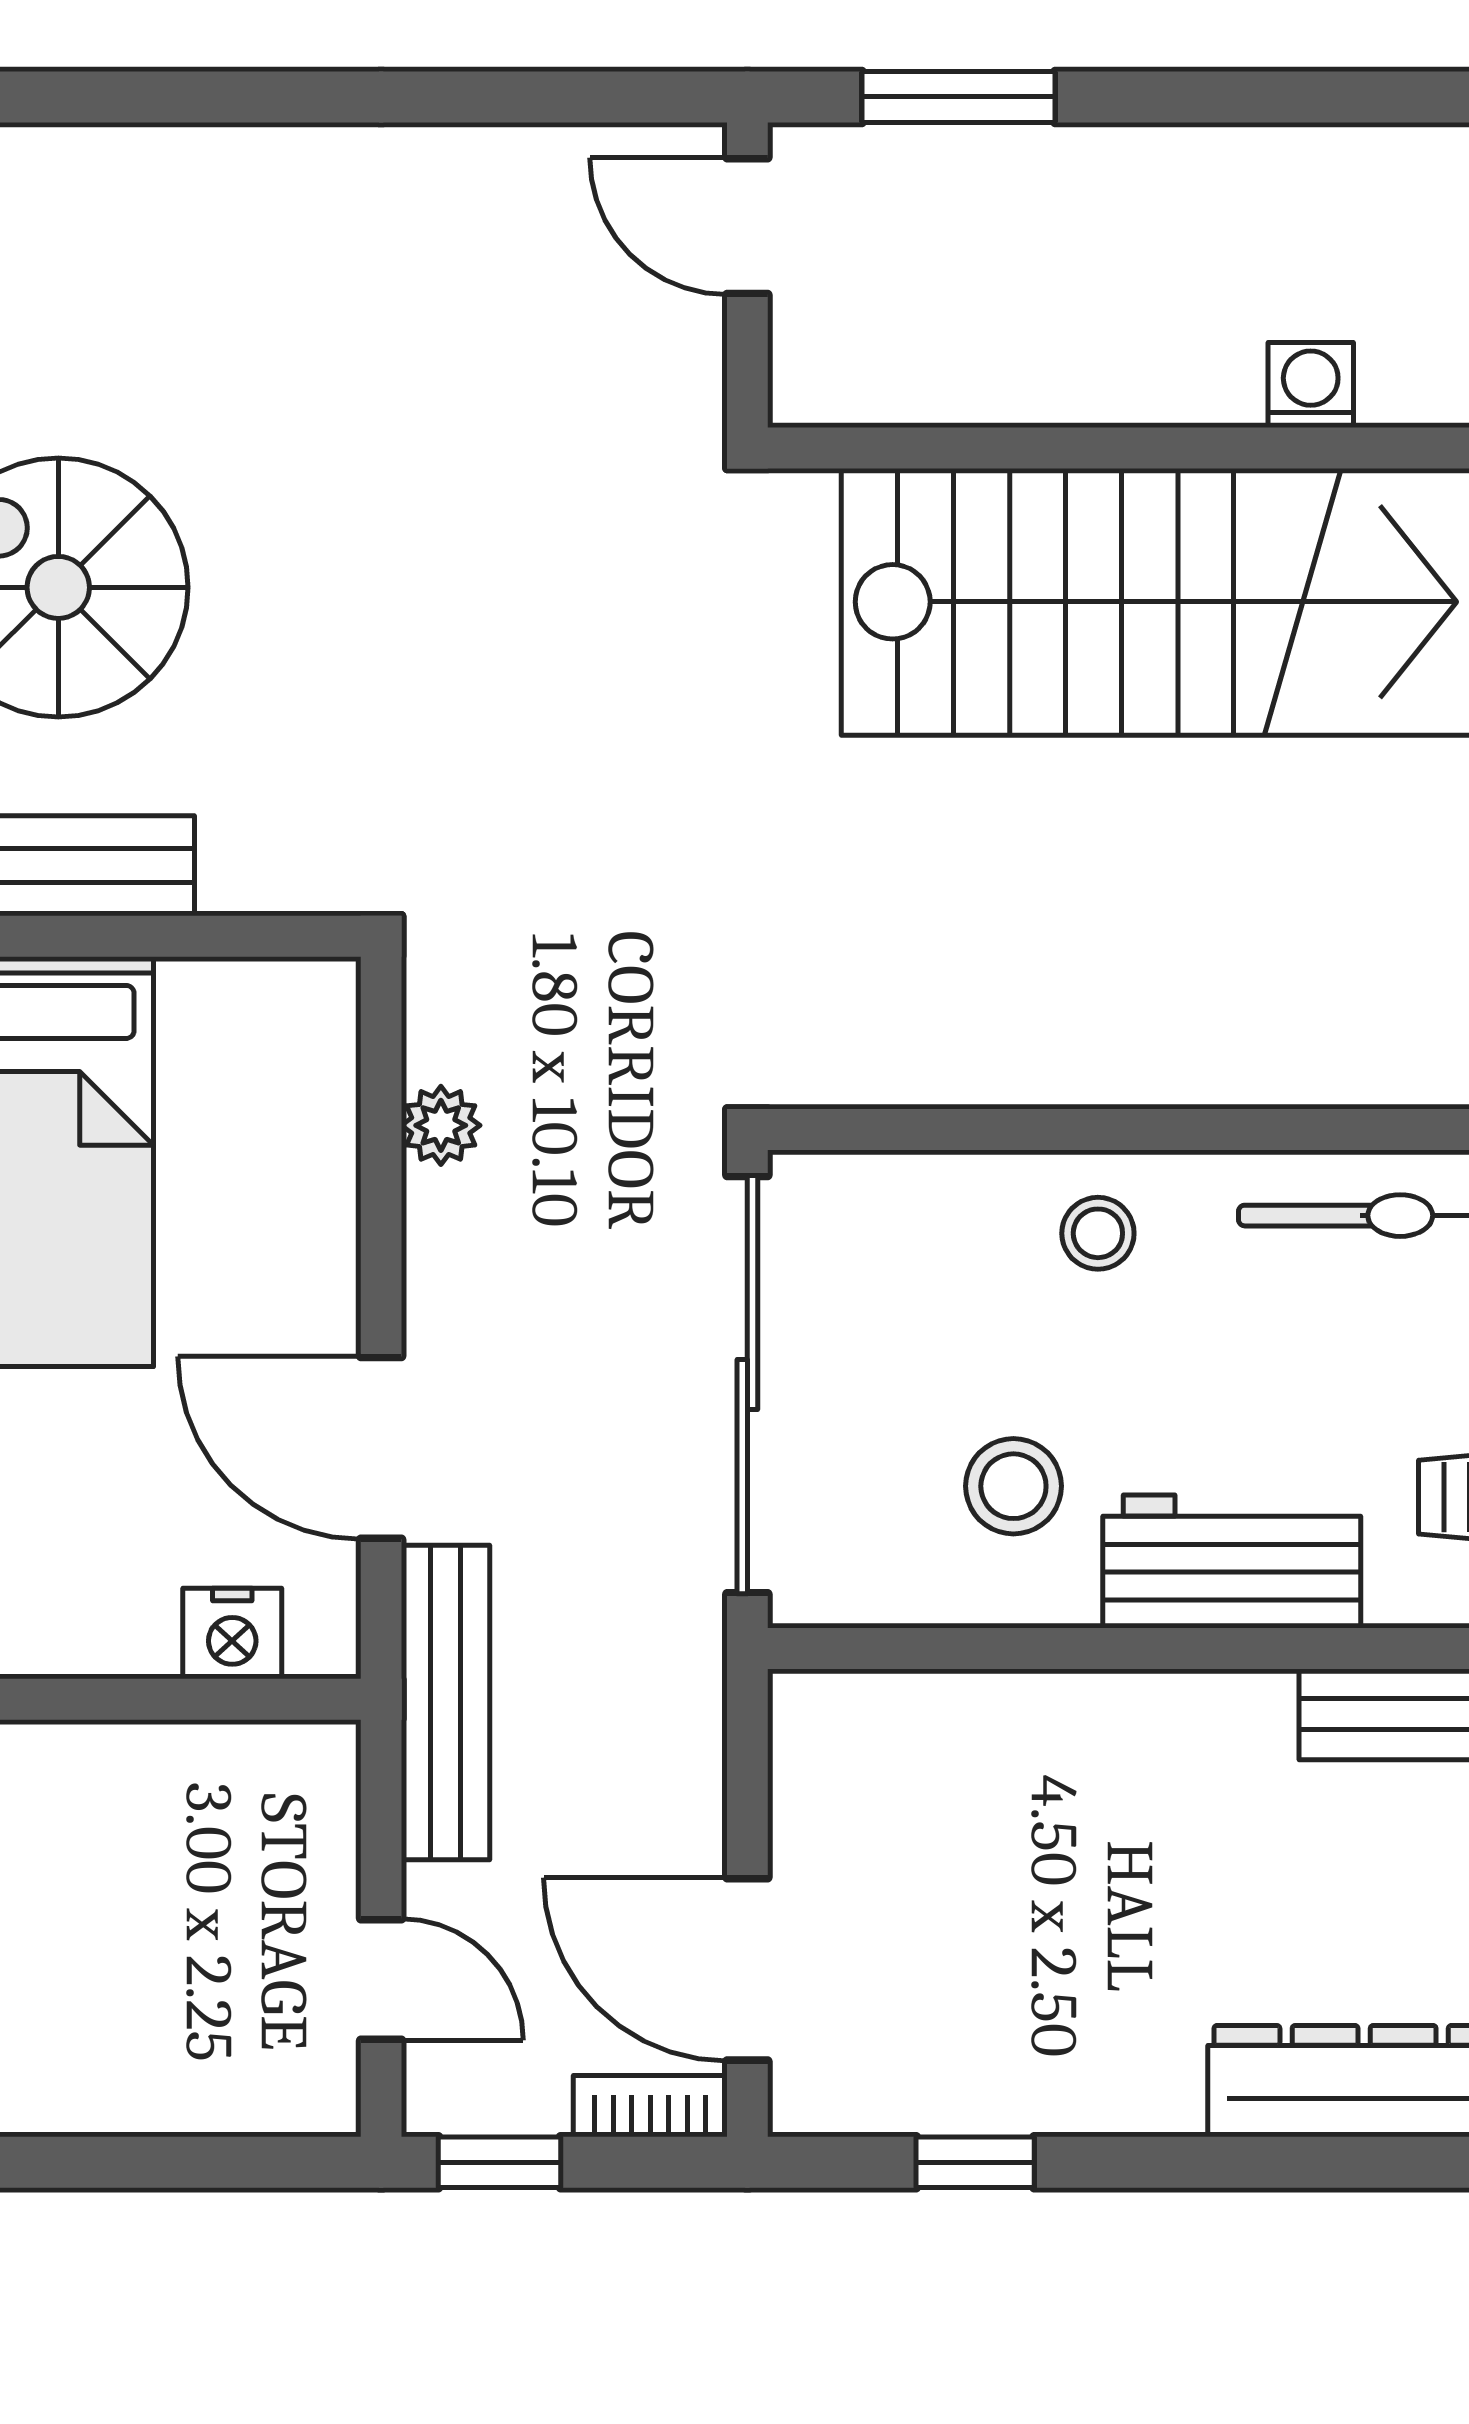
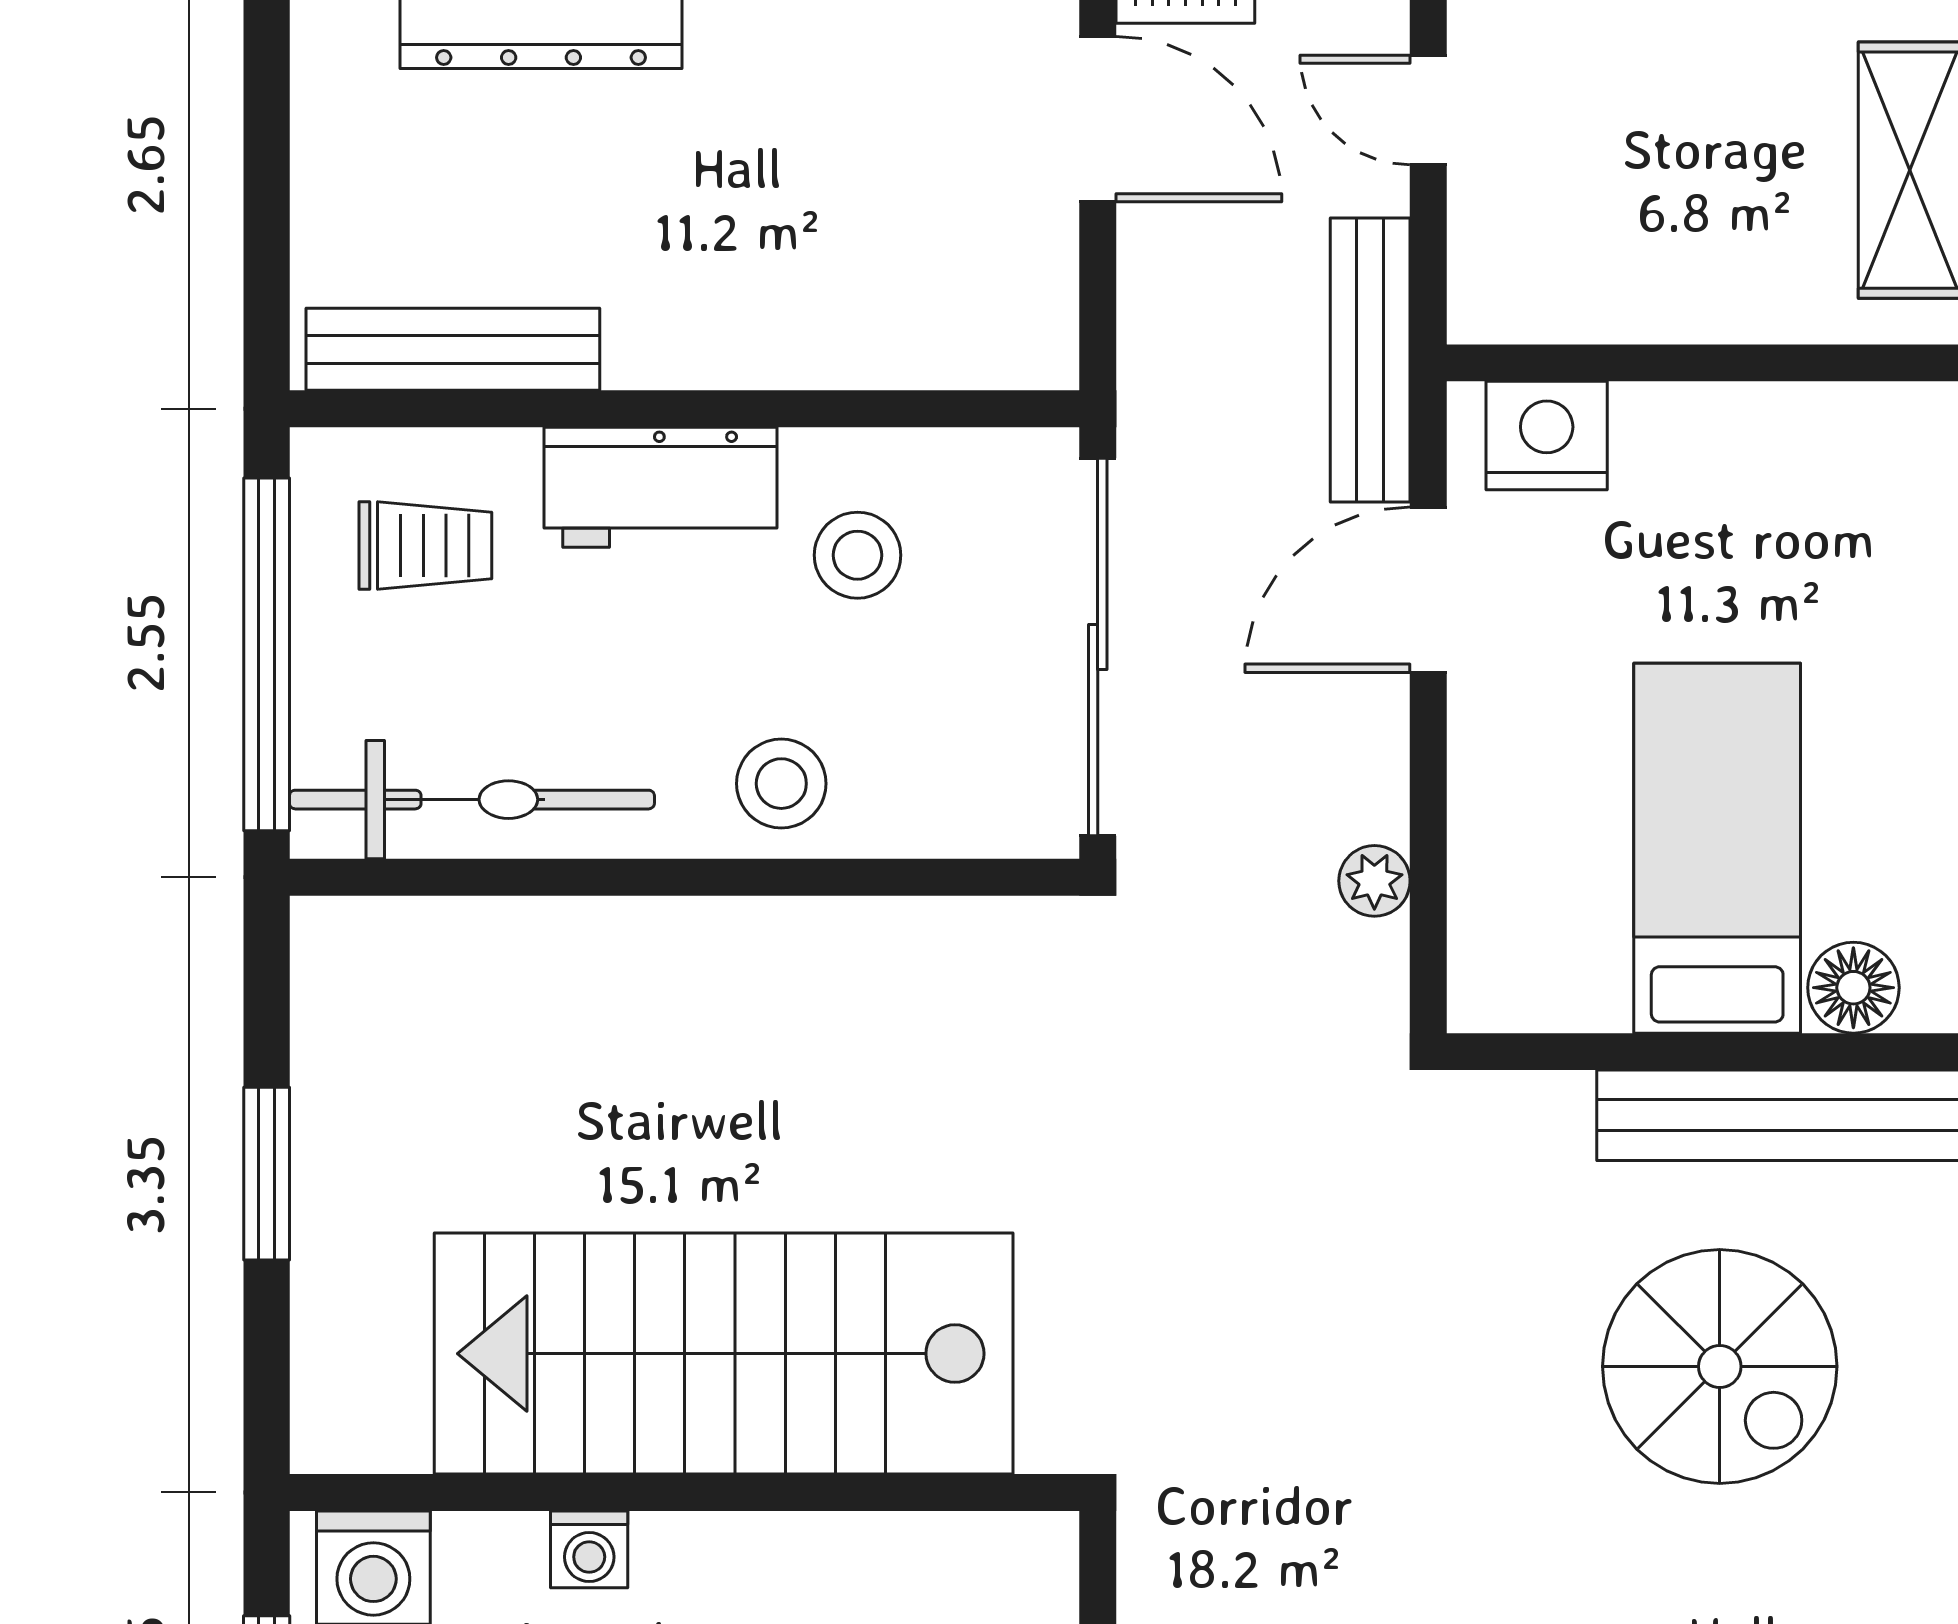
stool: (1098, 1233) -> (781, 784), width x1.37, depth x1.37
door: (381, 1448) -> (1428, 590), swing flipped
nightstand: (232, 1634) -> (1547, 436), width x1.36, depth x1.33

